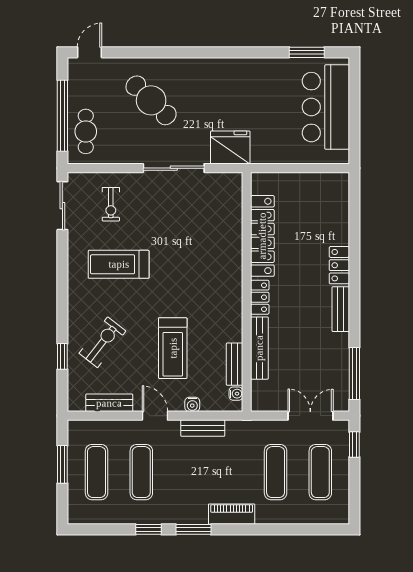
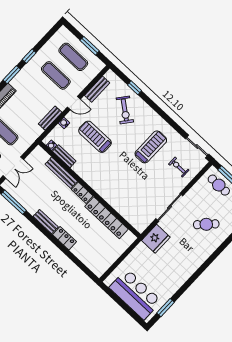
cafe table: (151, 100) -> (206, 224), width x0.73, depth x0.74

